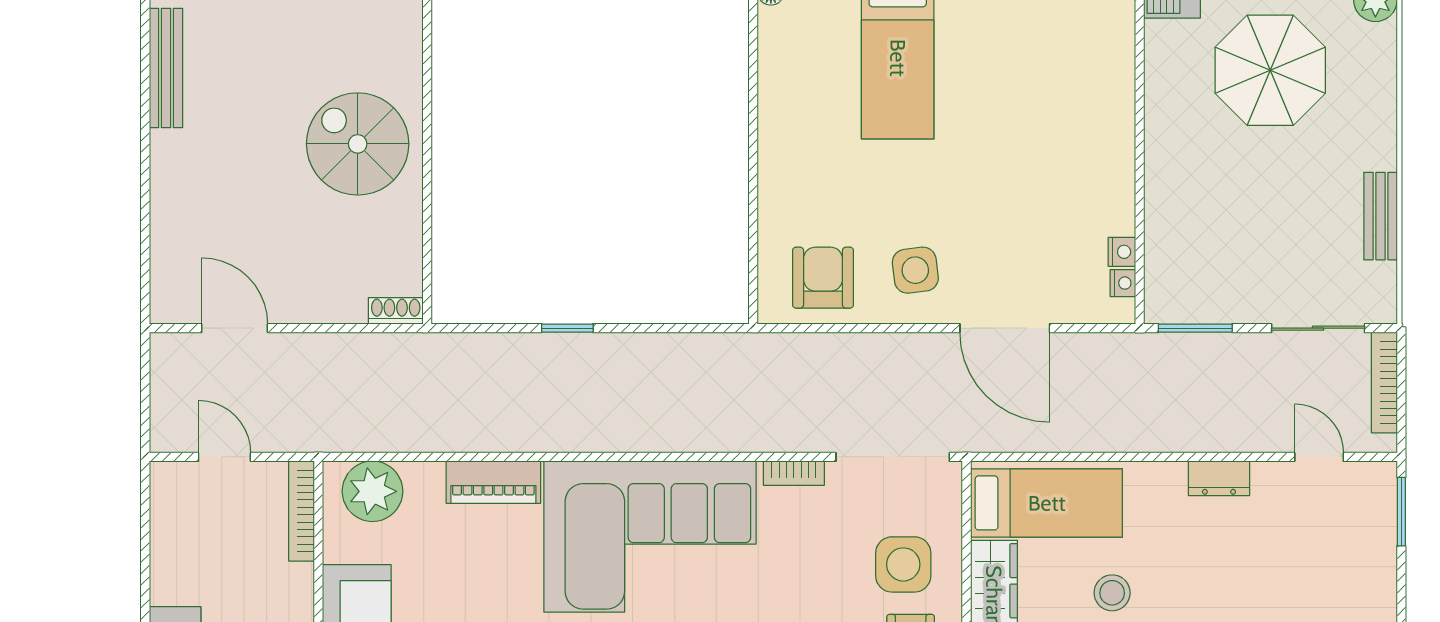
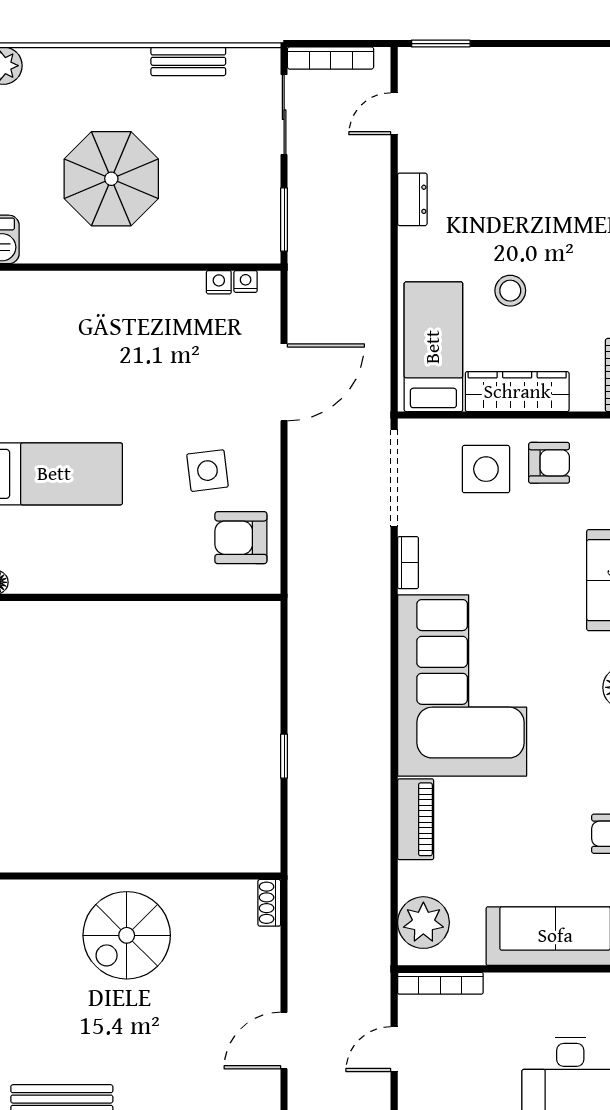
parasol: (1270, 70) -> (111, 179), moved
side table: (915, 270) -> (207, 471), moved

